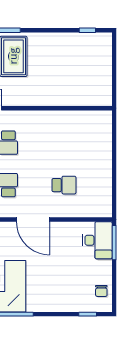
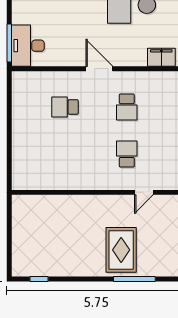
door: (33, 220) -> (99, 69), width x0.73

